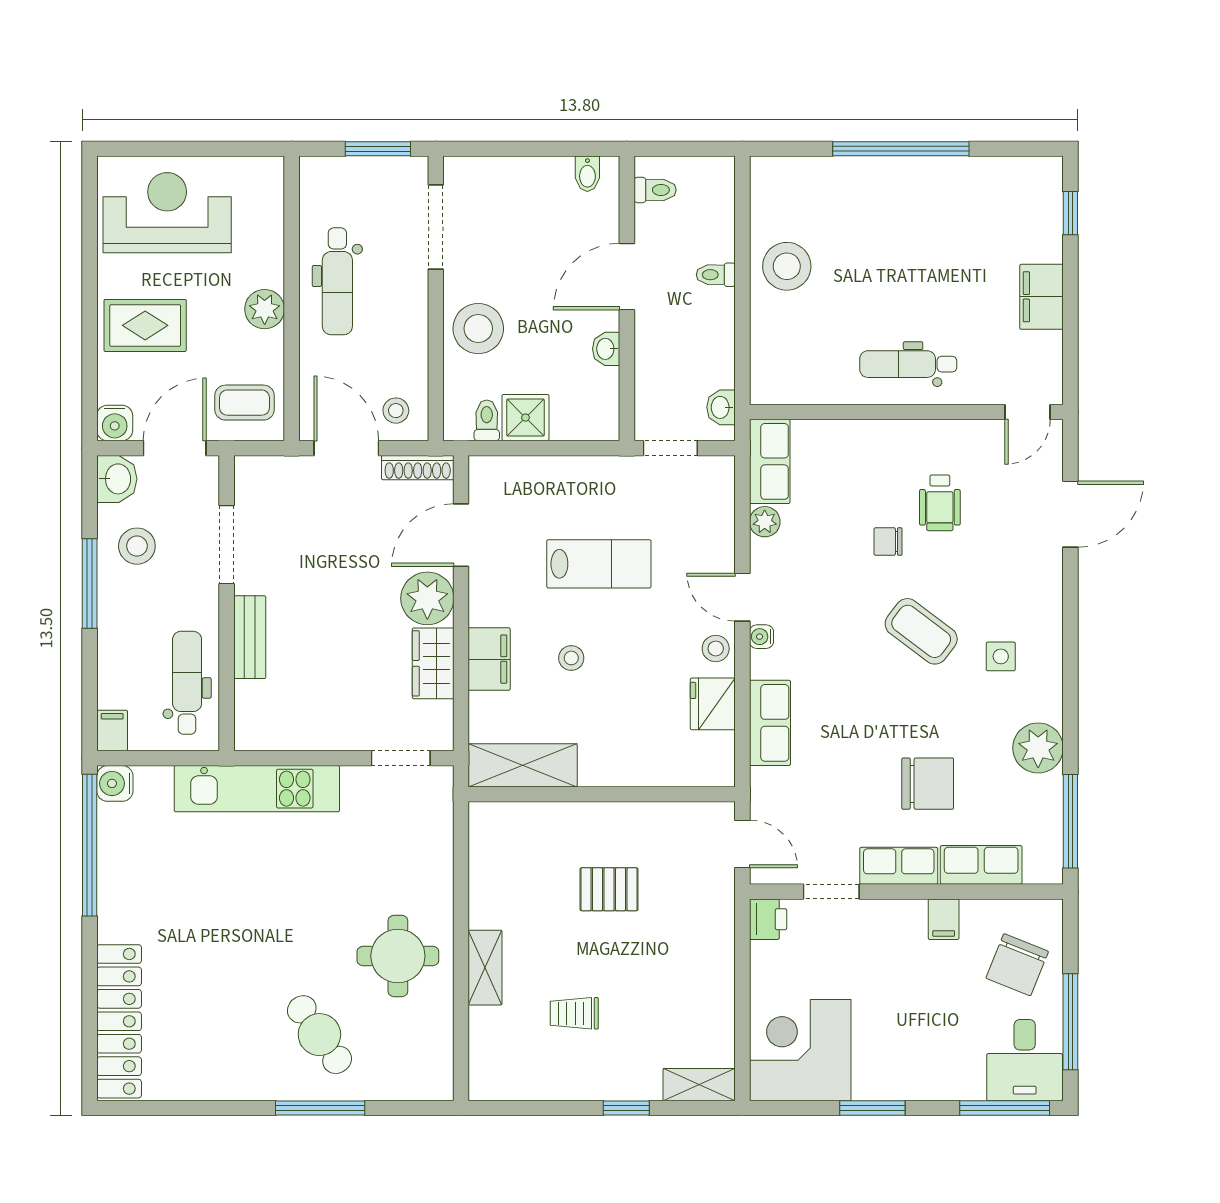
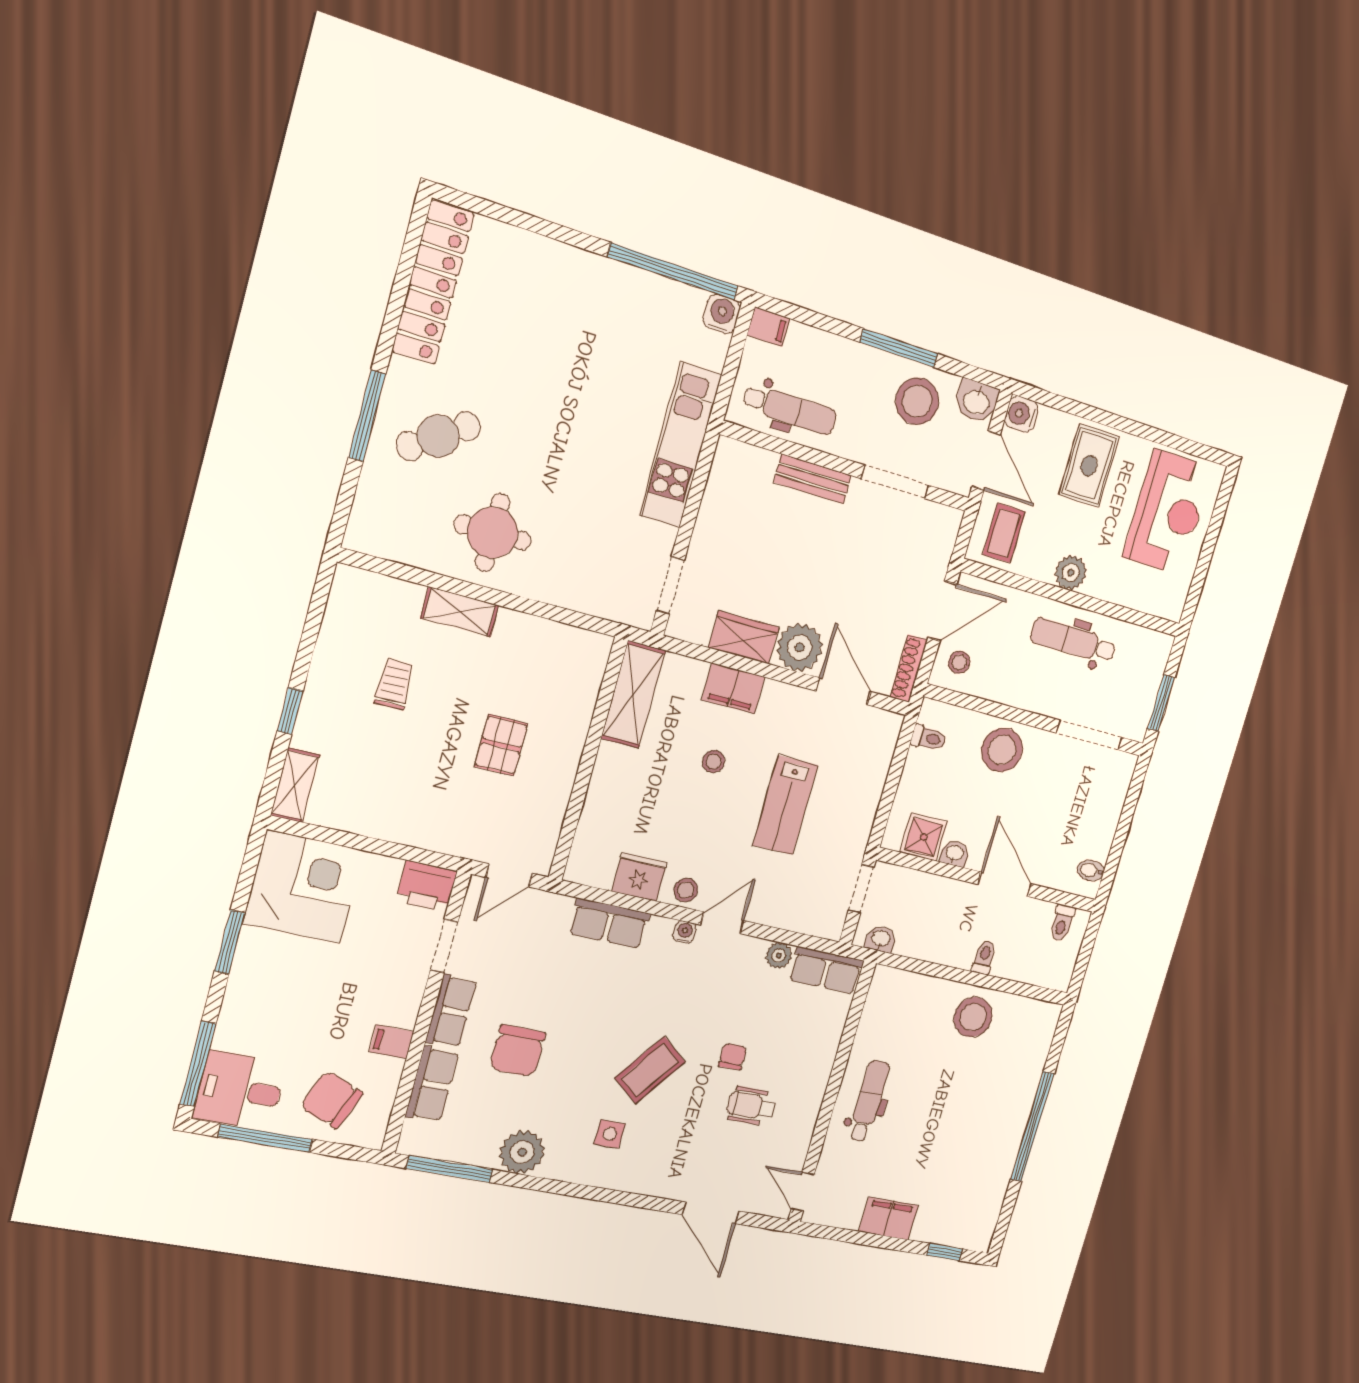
shower: (525, 418) -> (924, 837), moved
stool: (137, 546) -> (917, 401), width x1.38, depth x1.38
printer: (768, 919) -> (426, 886), width x1.36, depth x1.24
locker: (119, 1021) -> (433, 282), moved, turned -90

